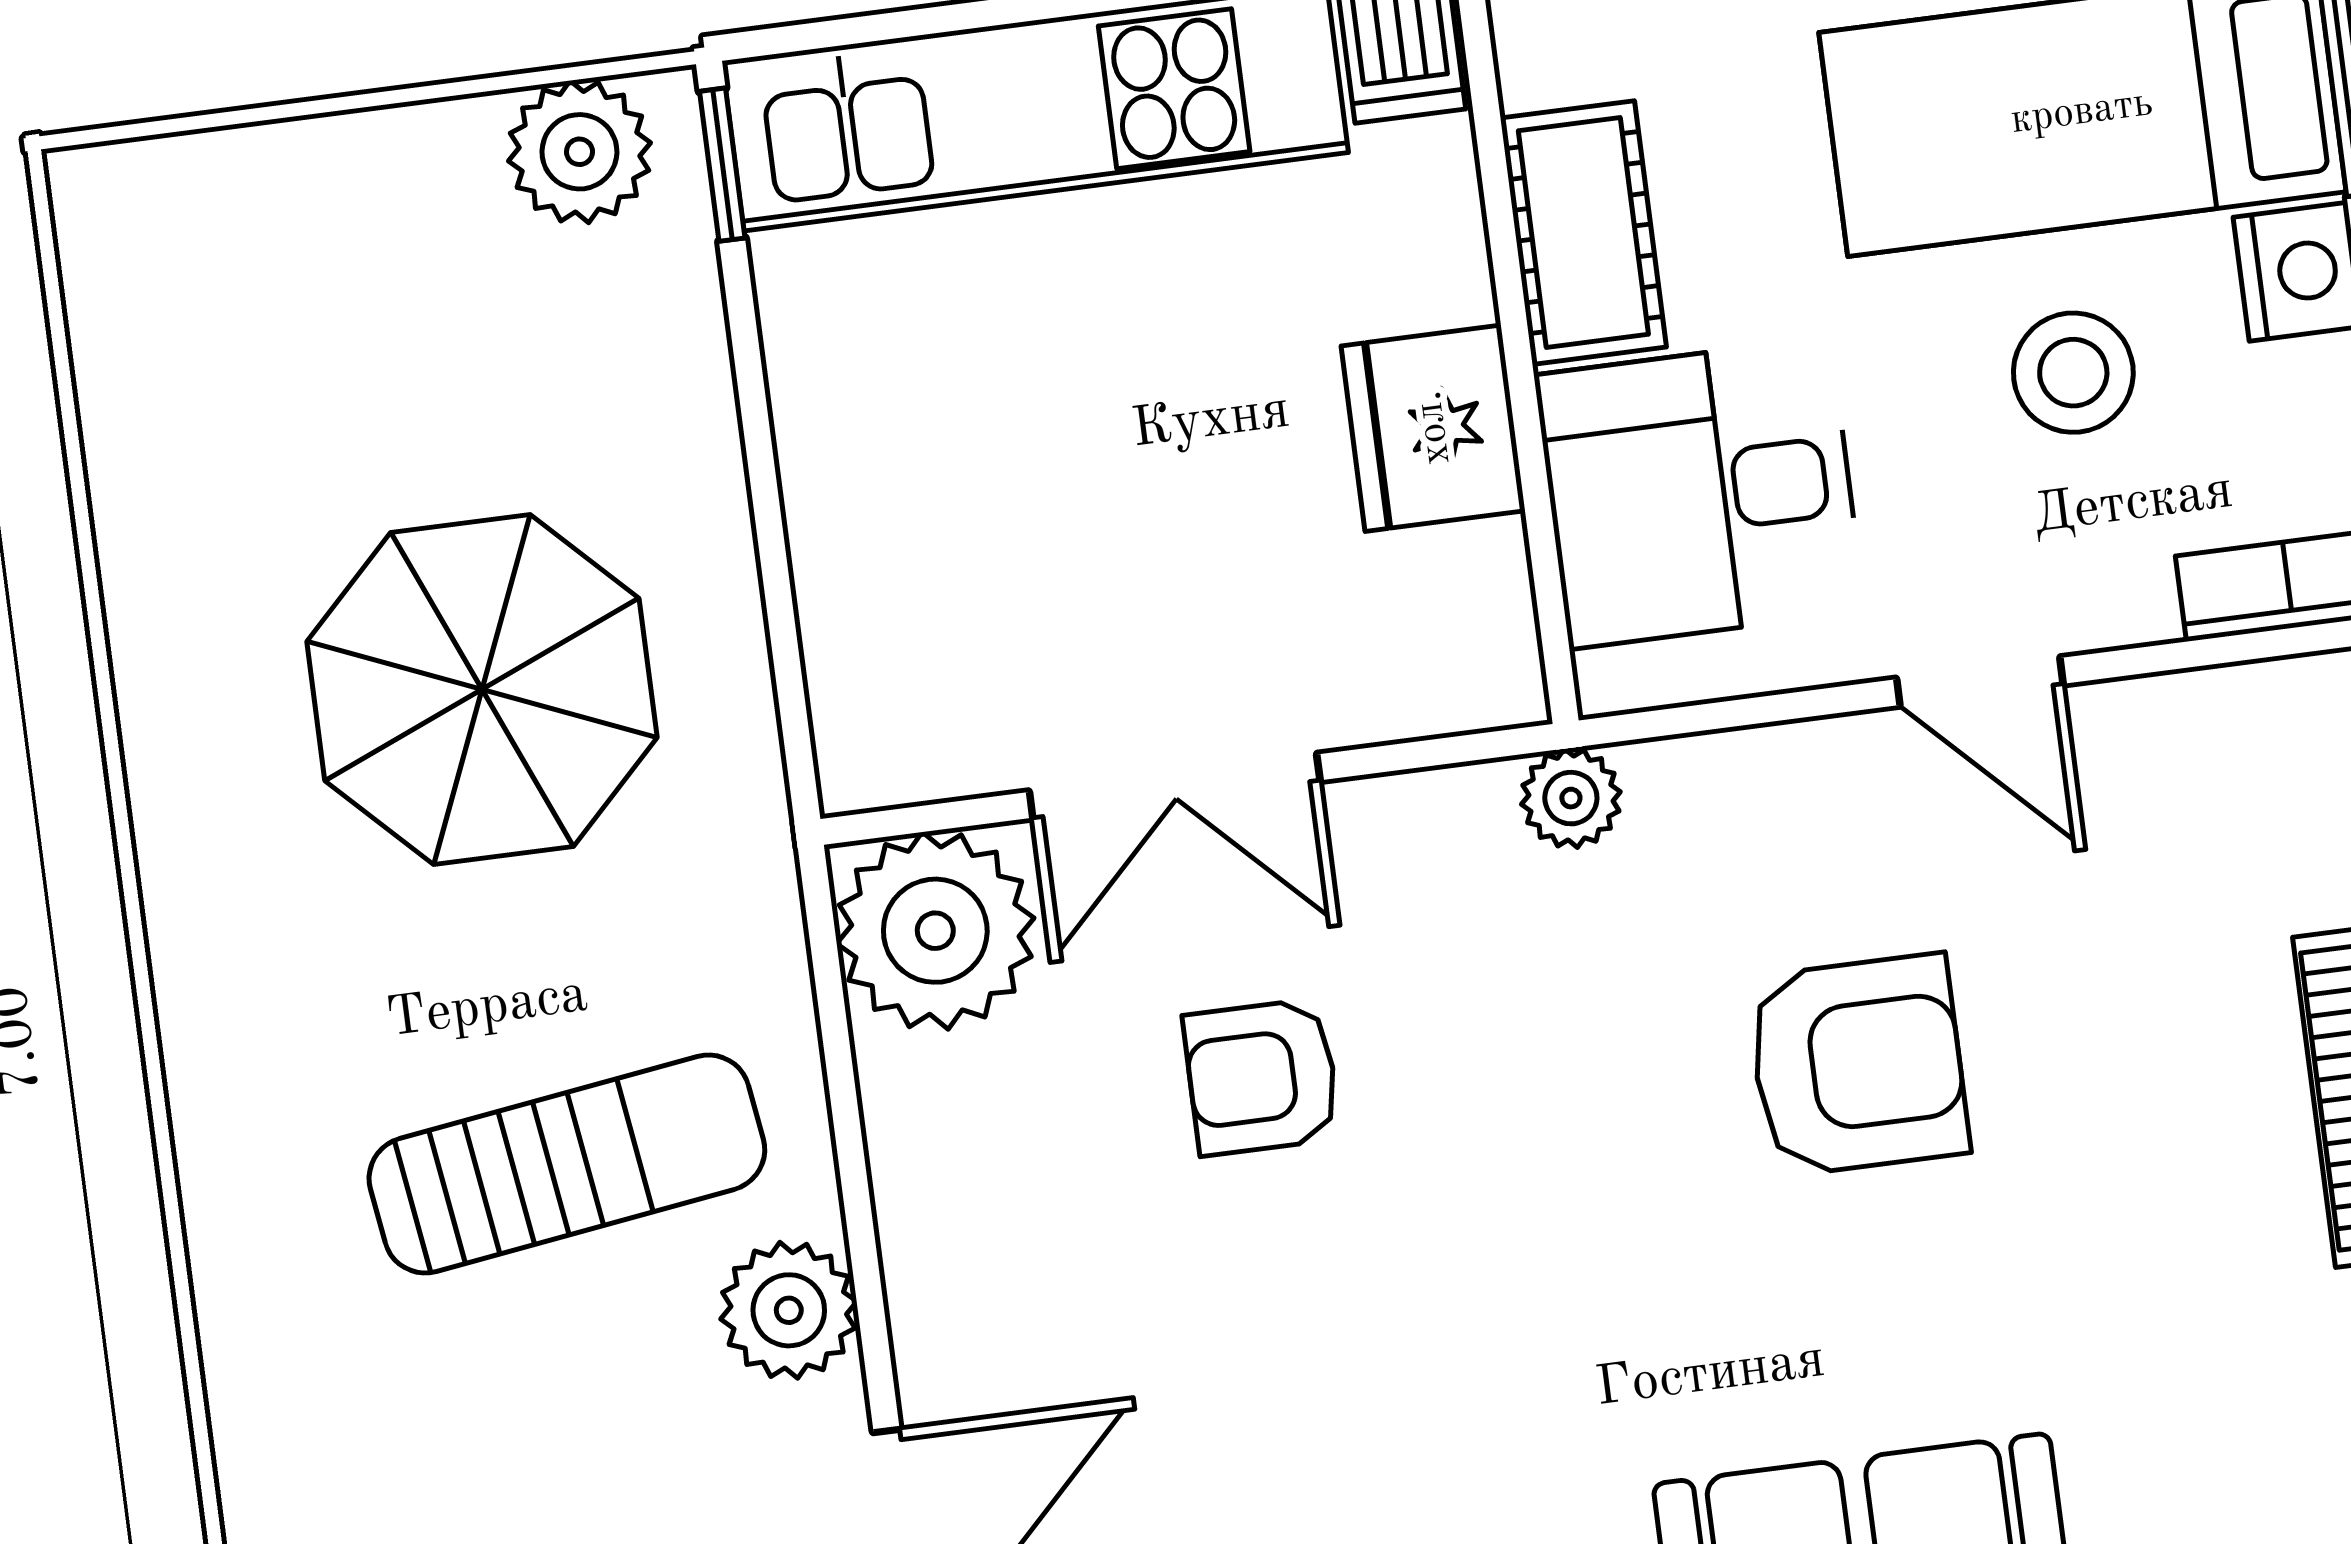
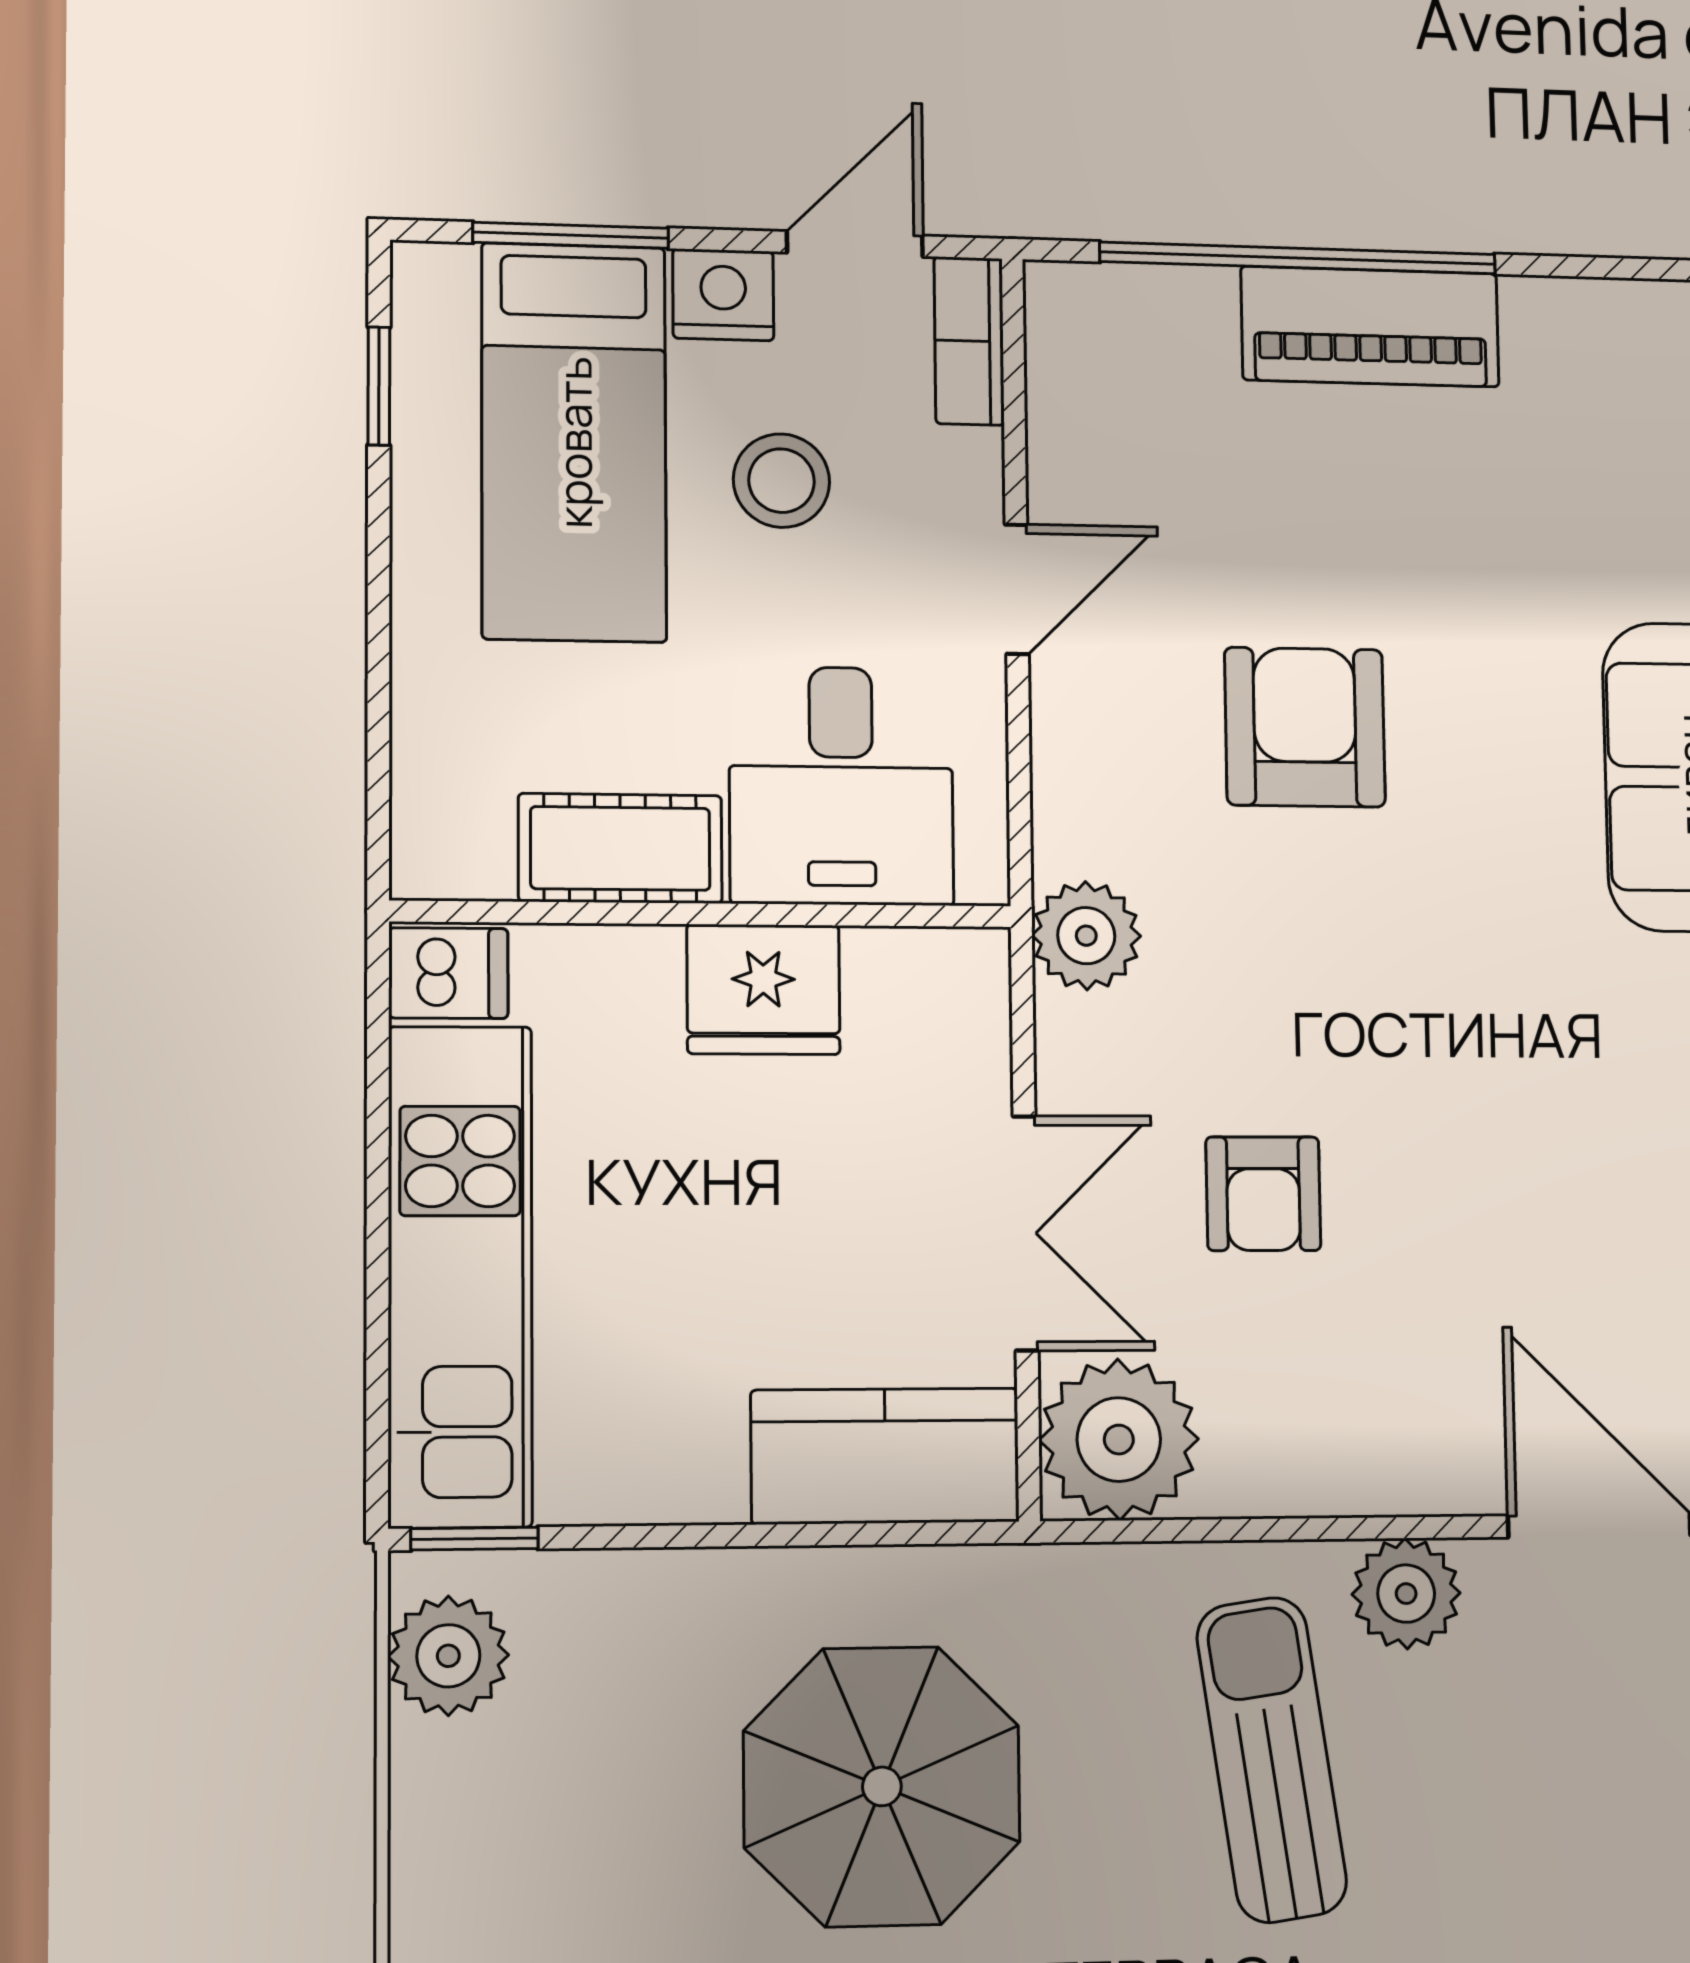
kitchen counter: (881, 646) -> (885, 1456), added
plant: (1571, 798) -> (1086, 936), width x1.38, depth x1.38

